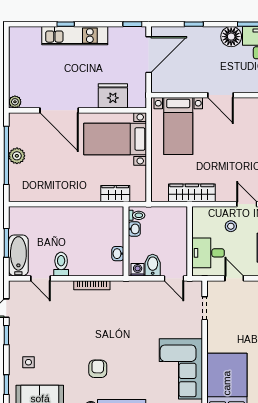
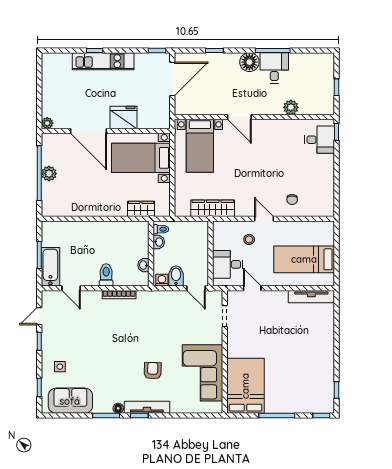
fridge: (113, 96) -> (124, 118), moved
toilet: (61, 264) -> (106, 275), moved
armchair: (98, 369) -> (153, 371), moved

